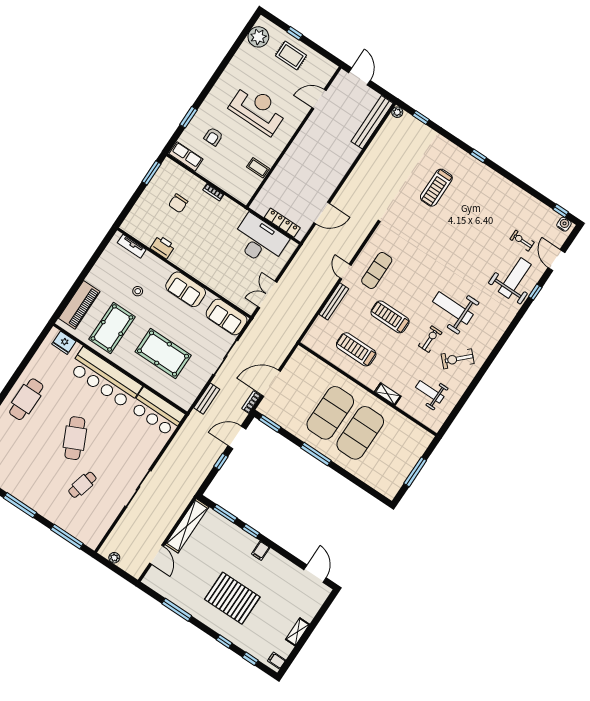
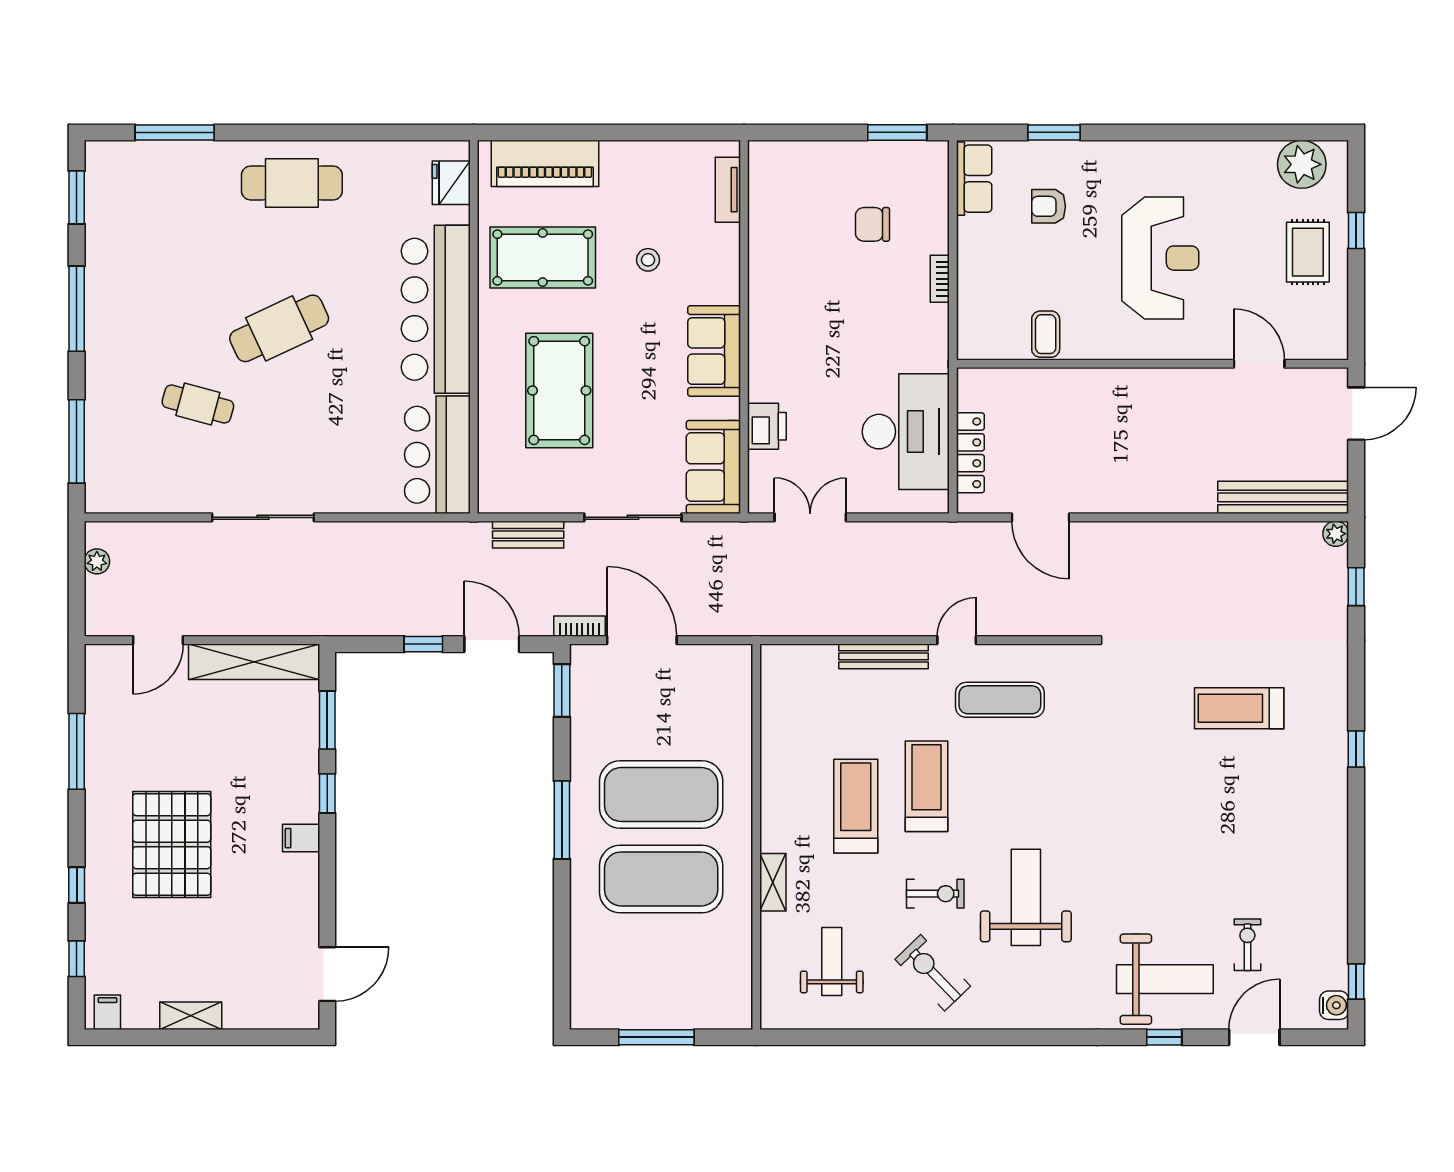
printer: (163, 247) -> (767, 426), moved
treadmill: (356, 349) -> (856, 806), moved

